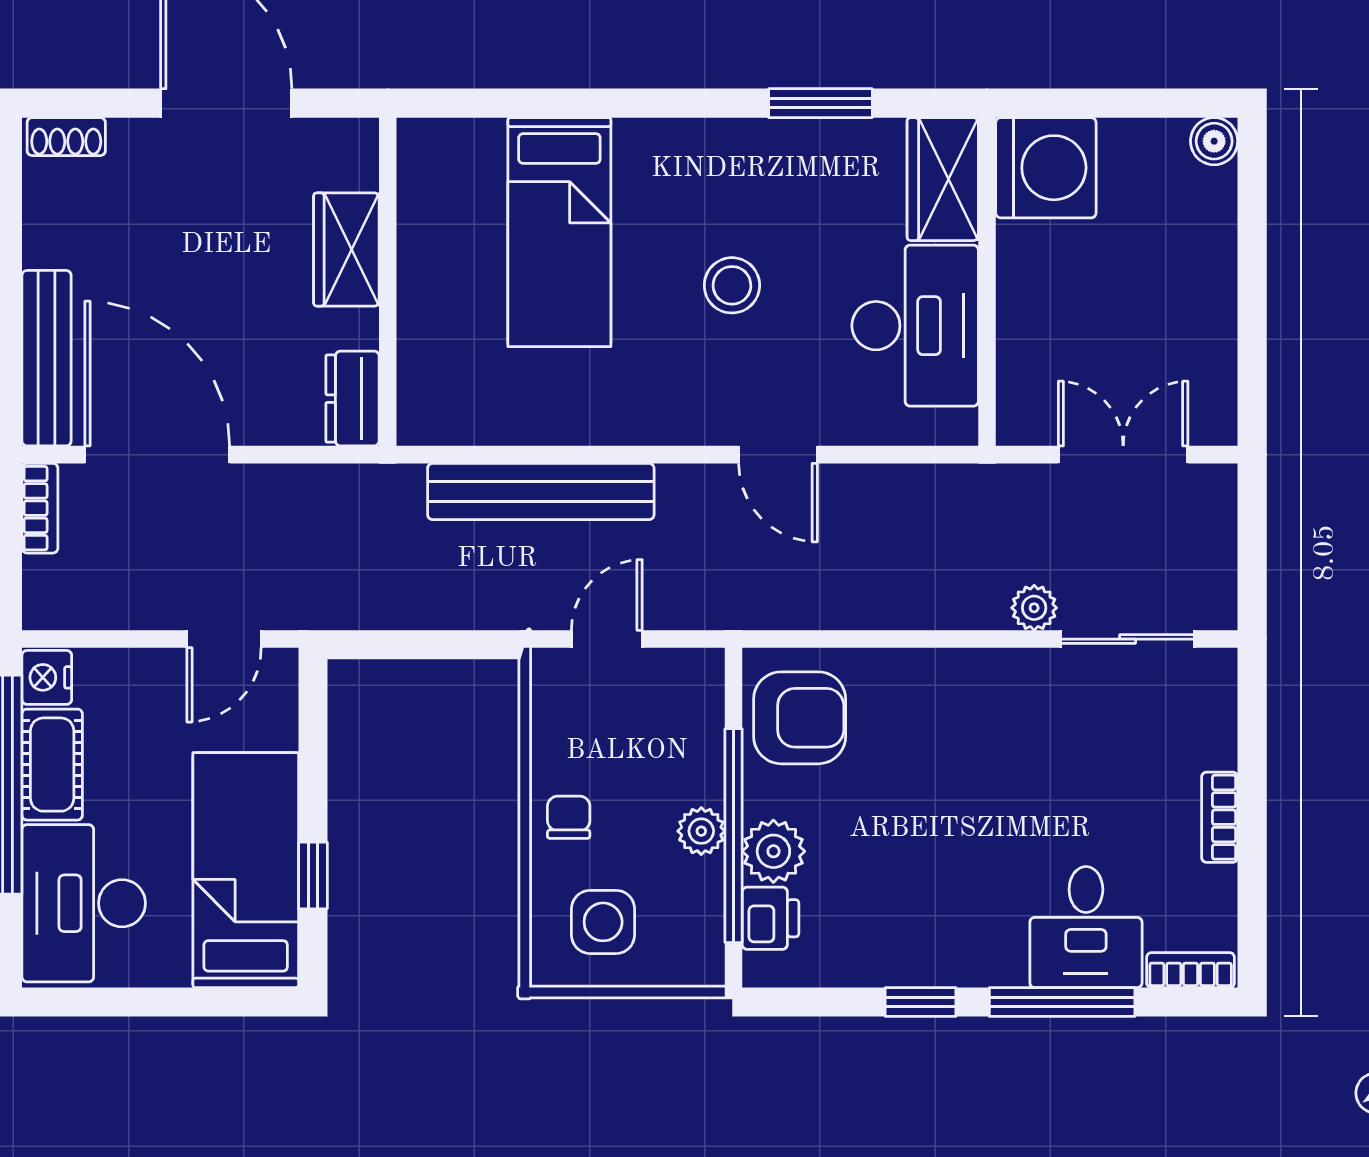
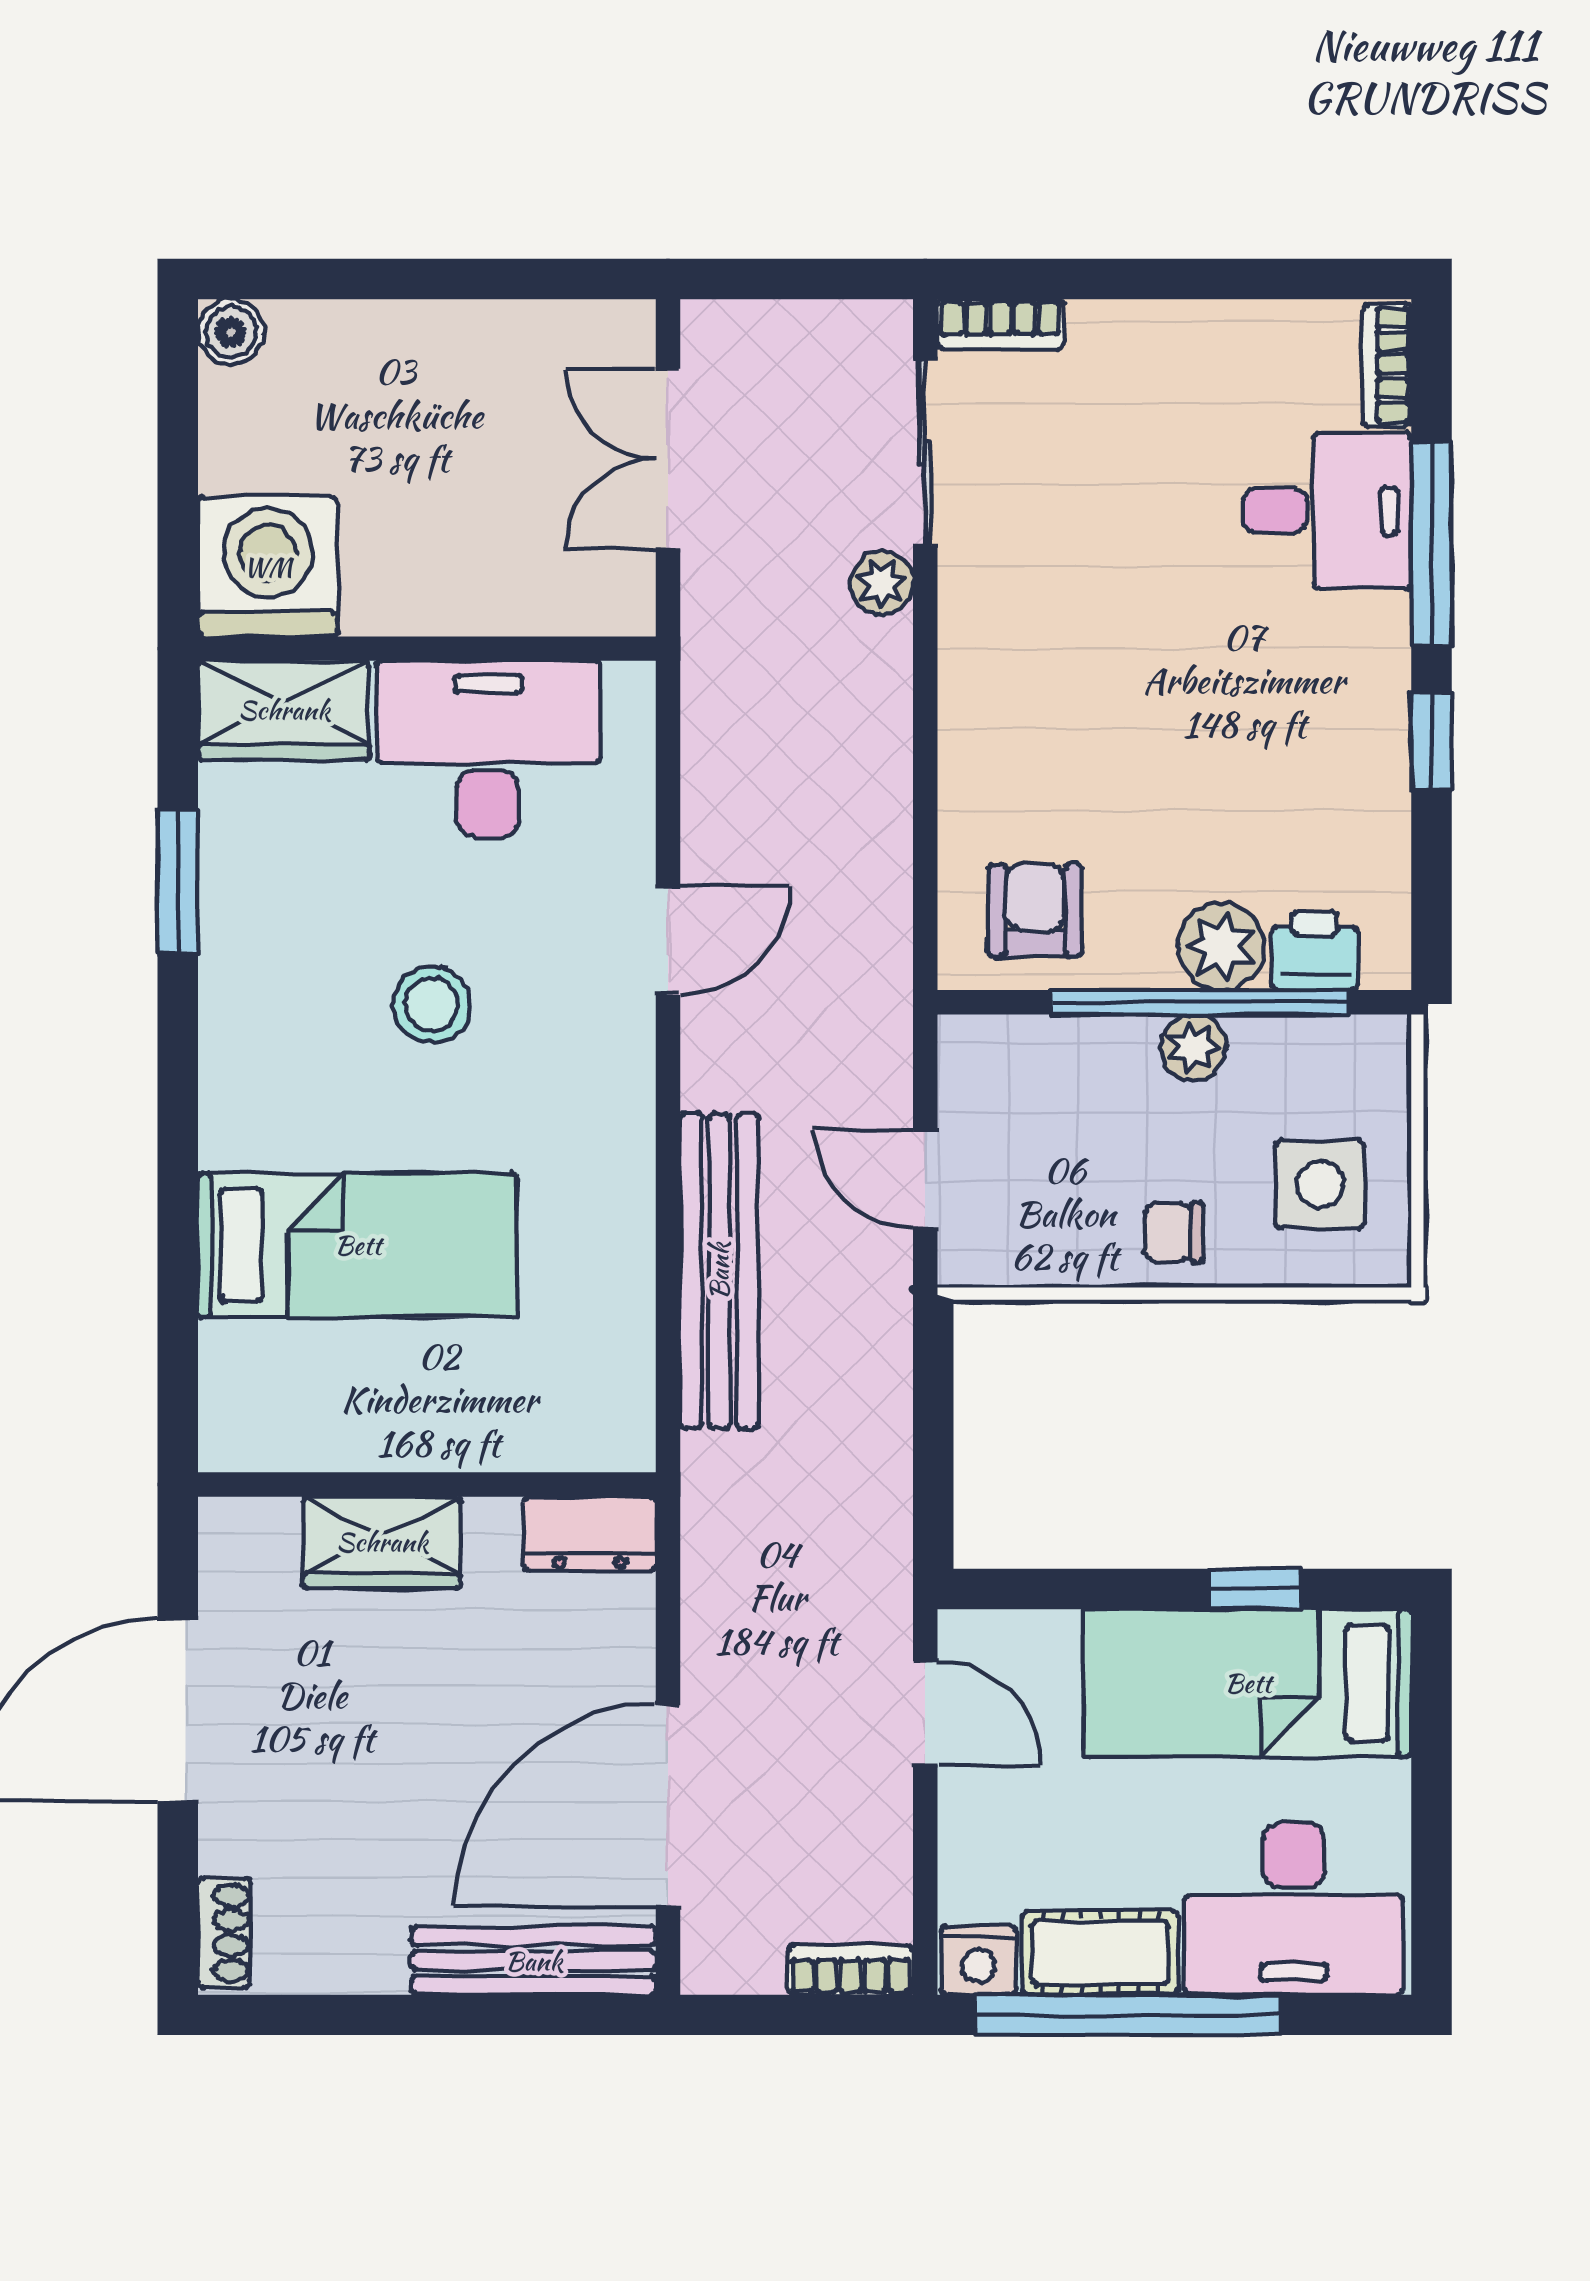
bookcase: (40, 508) -> (851, 1970), moved
armchair: (800, 718) -> (1035, 910), width x0.72, depth x0.72
bookcase: (1220, 817) -> (1000, 324), moved

